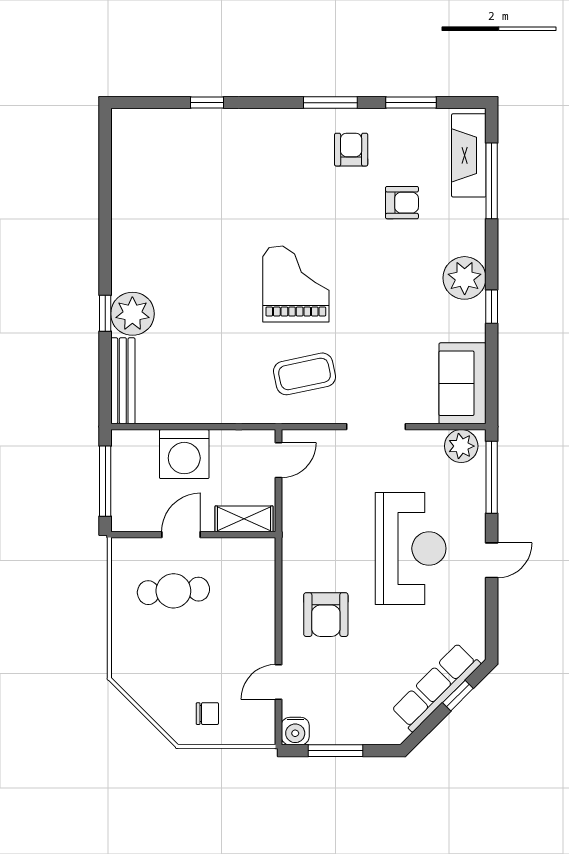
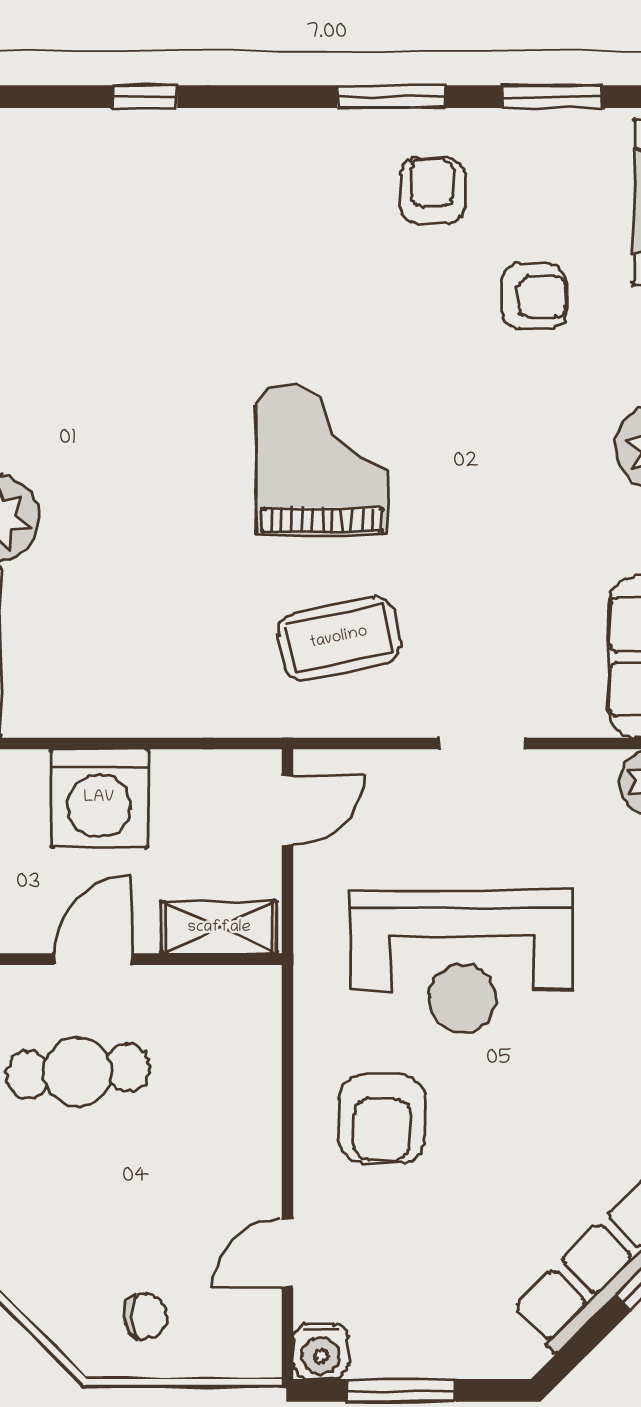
doorway: (376, 427) -> (482, 743), width x0.73
reception desk: (411, 548) -> (462, 961), moved, turned 90

